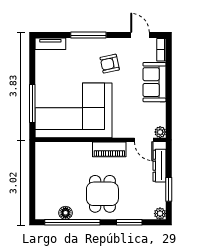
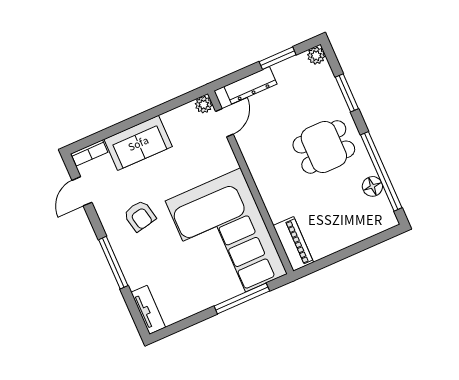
piano: (109, 149) -> (293, 244), moved

